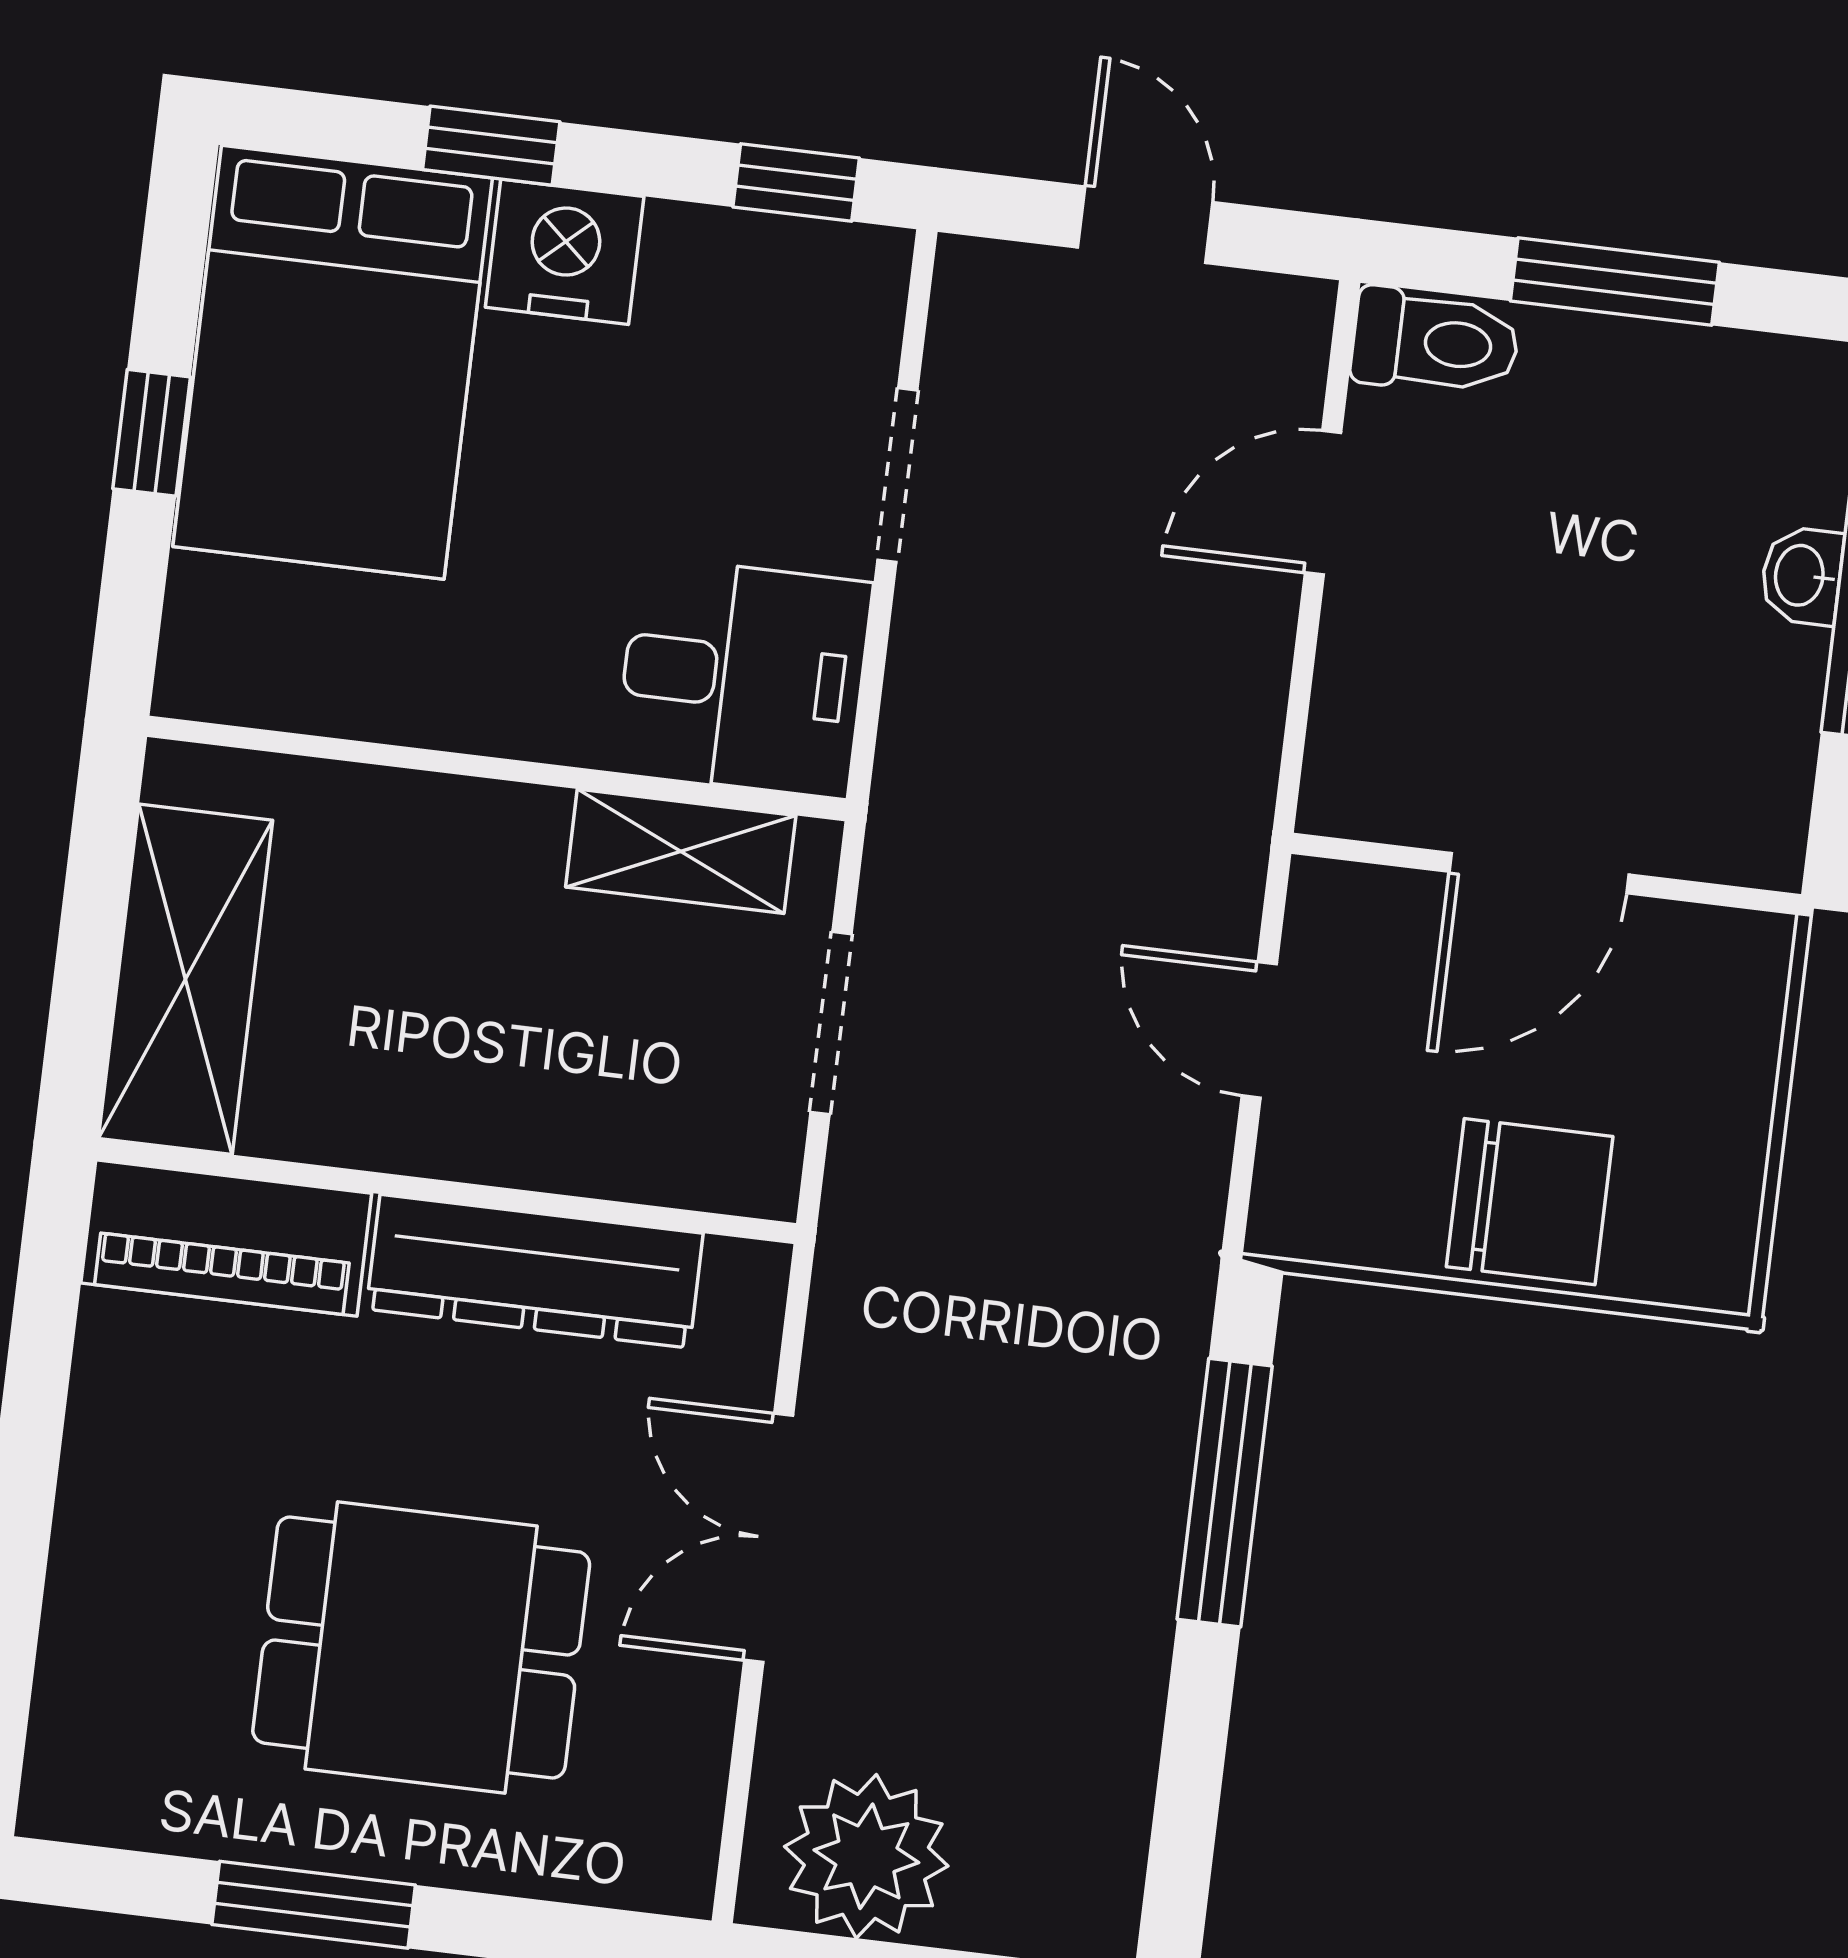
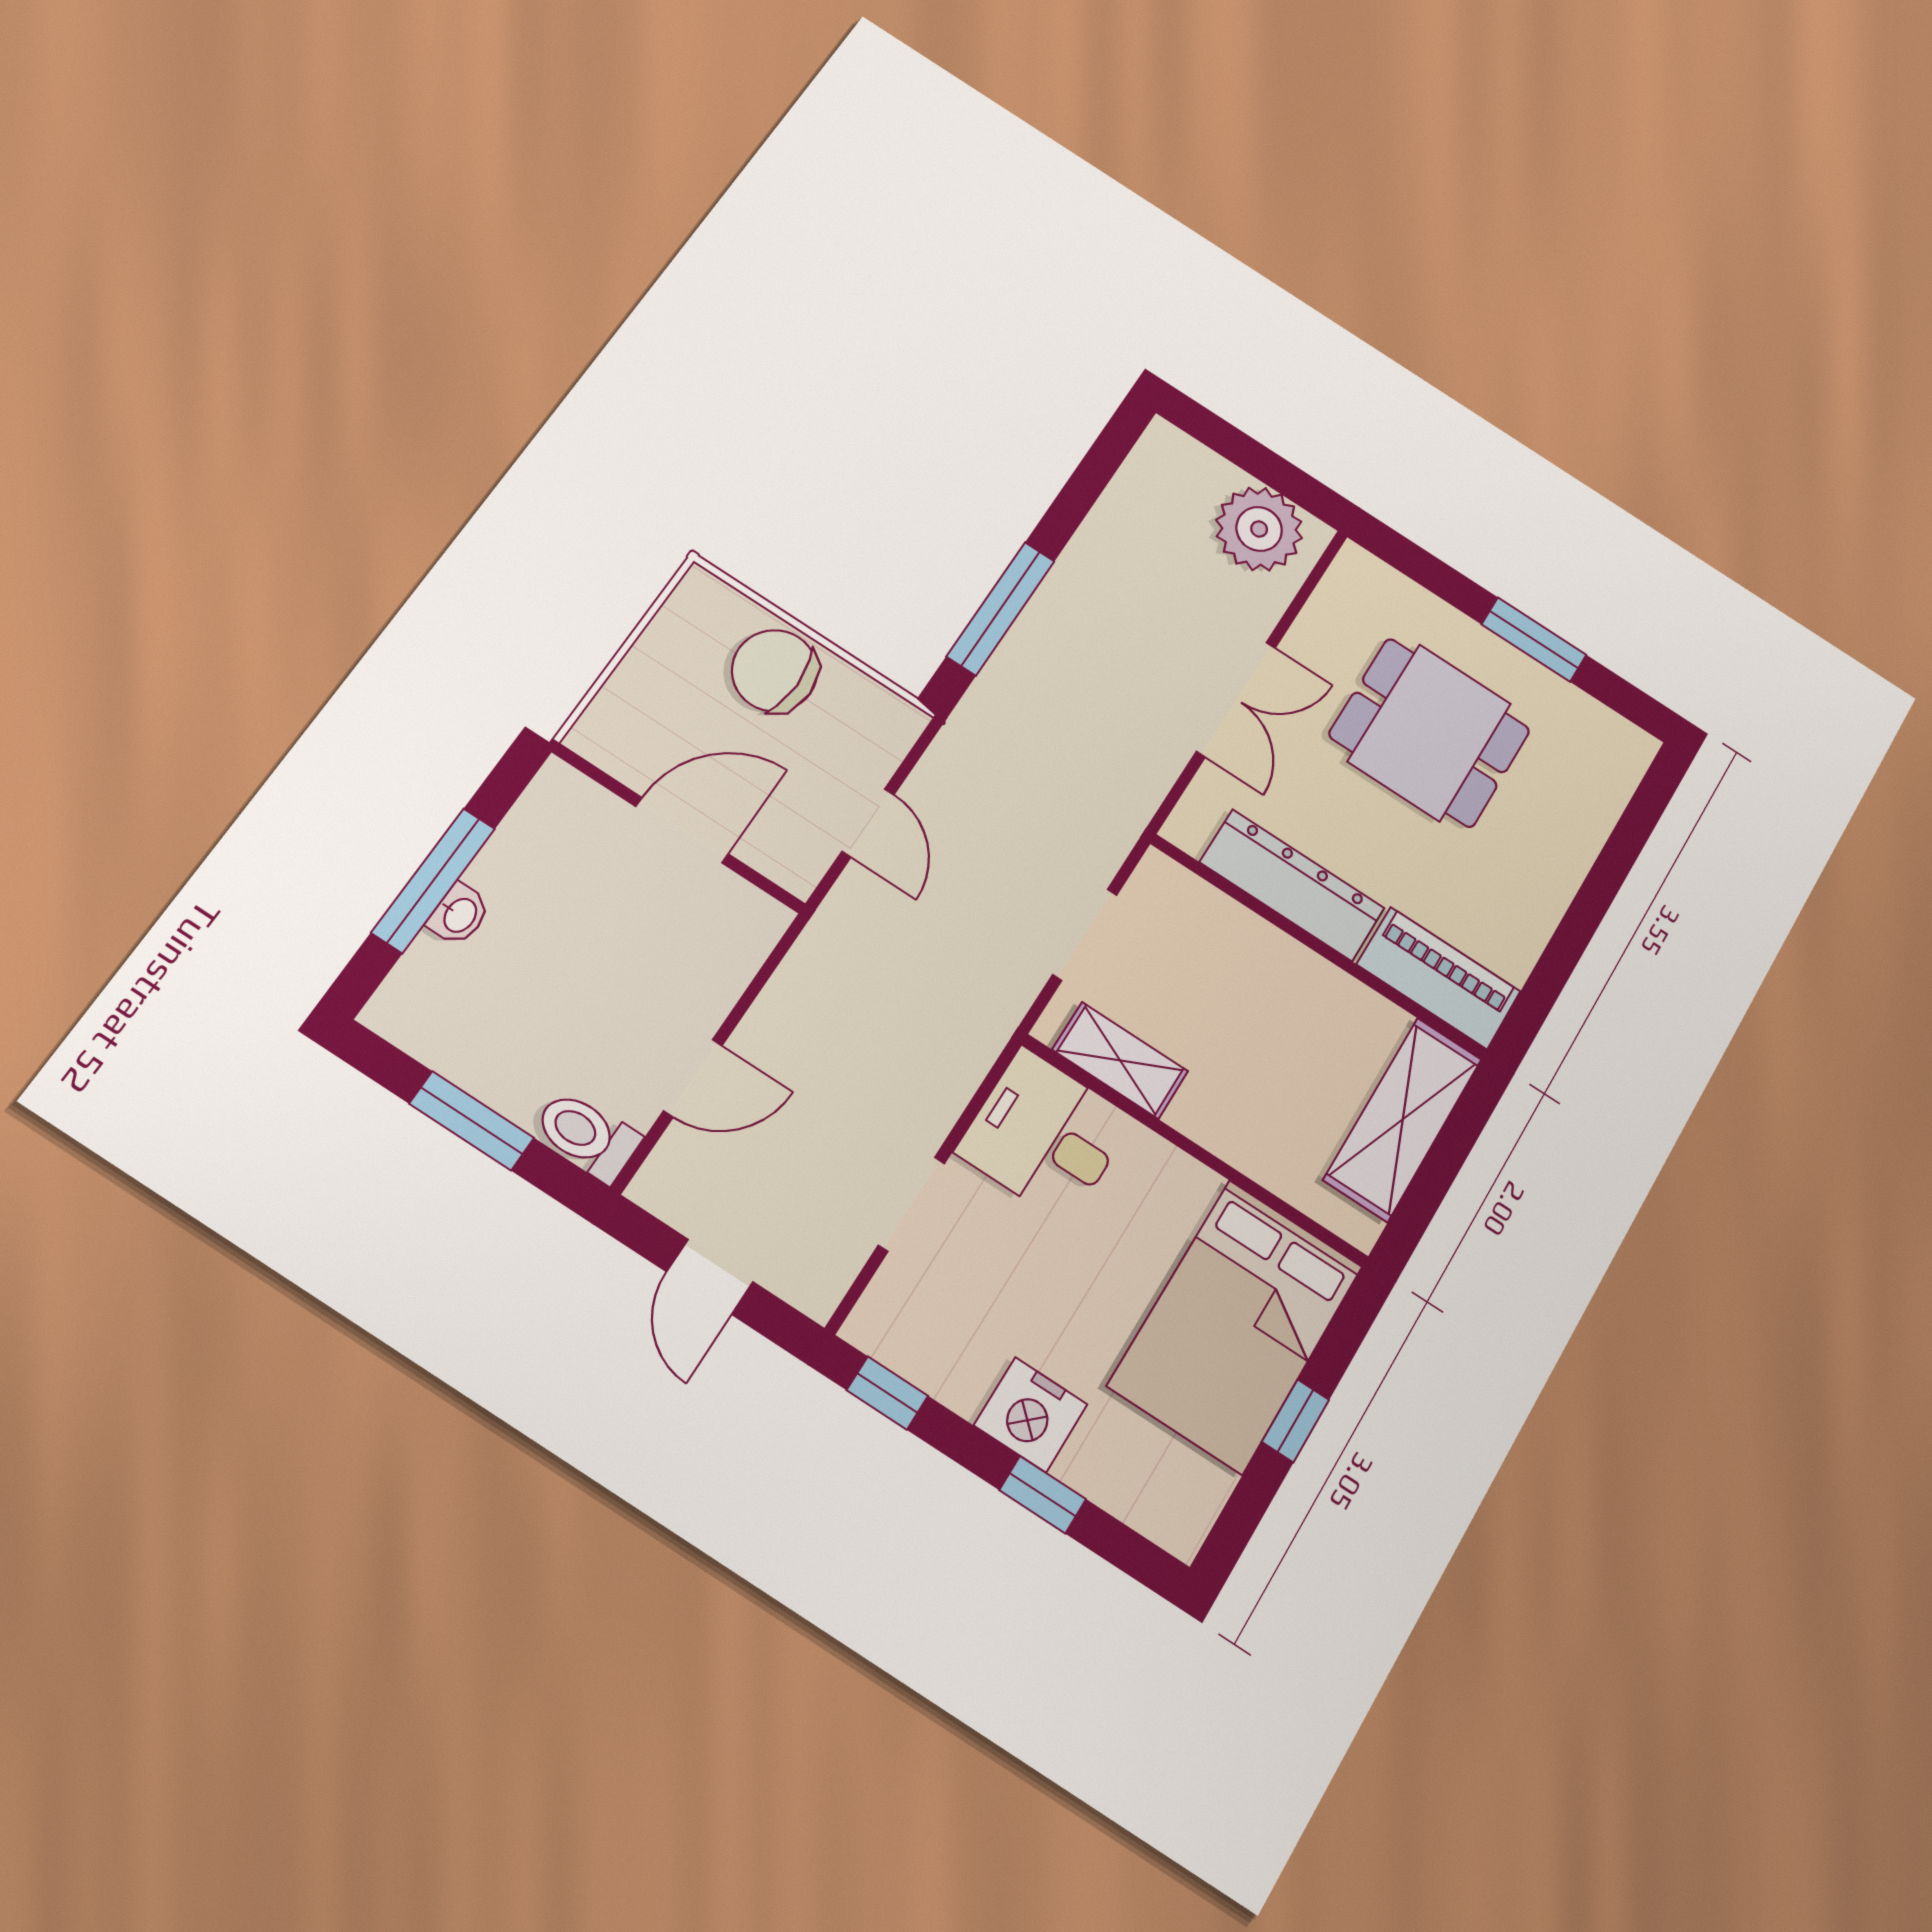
bed: (333, 362) -> (1236, 1326), moved, turned 180

